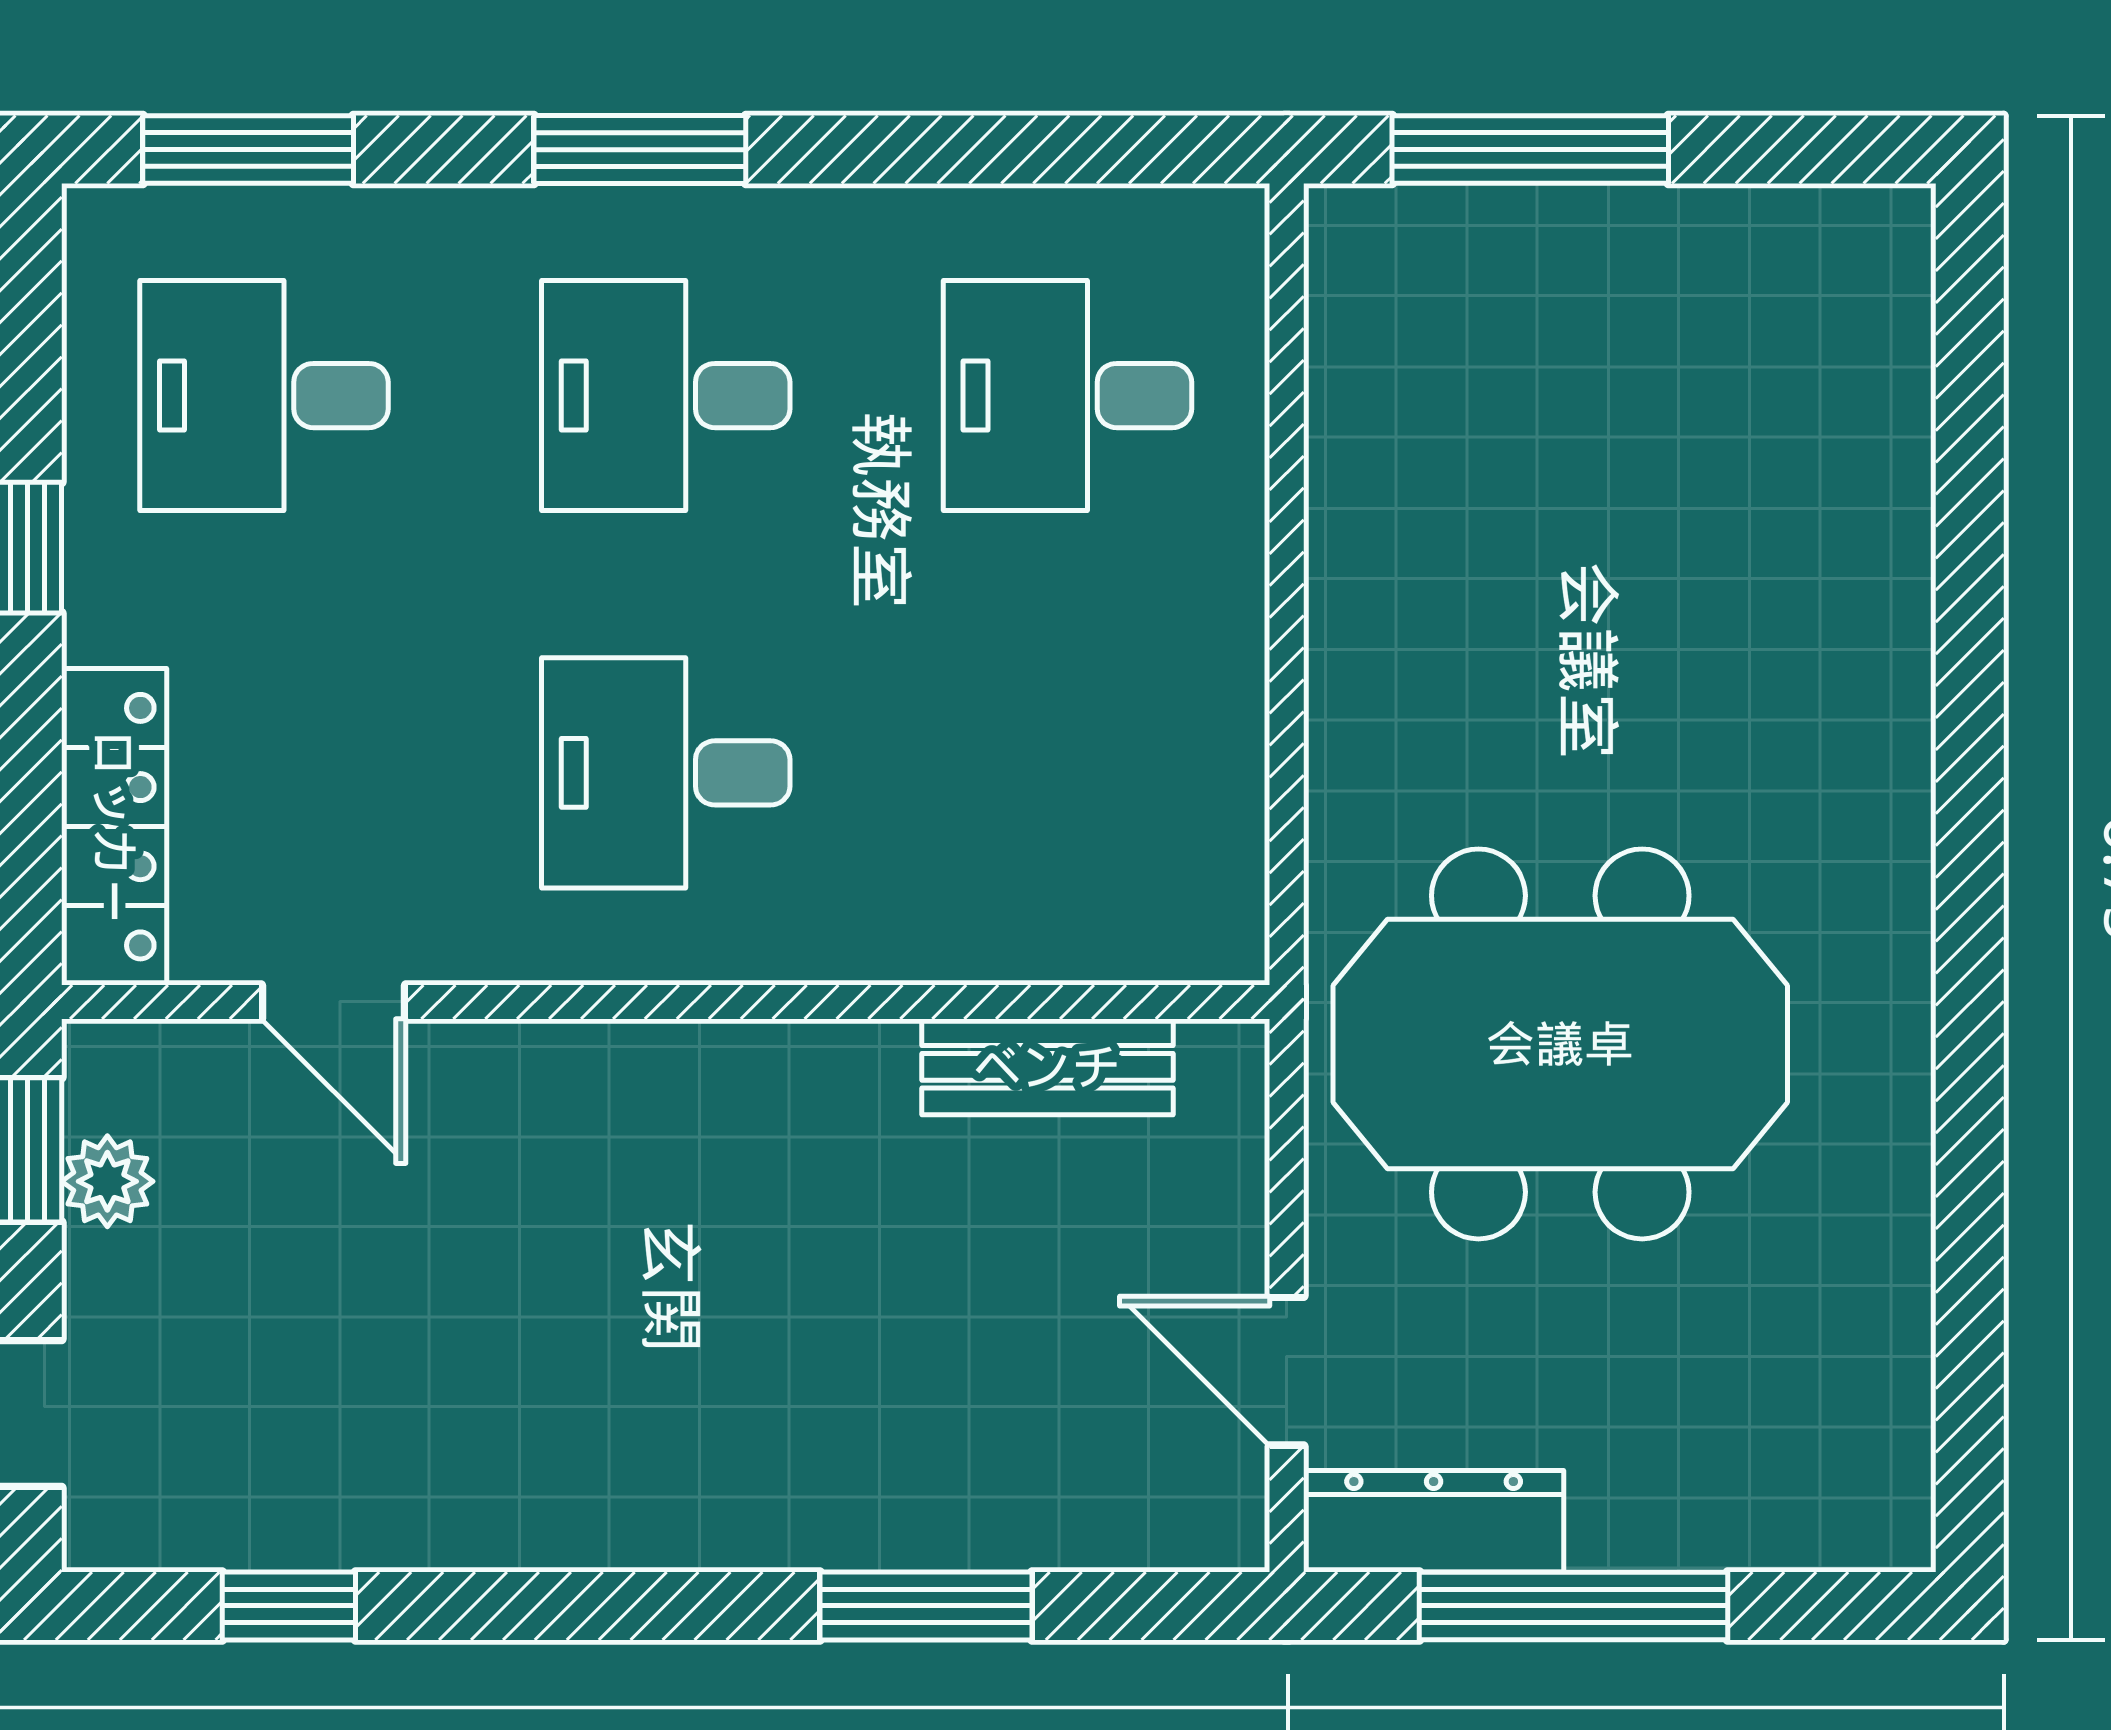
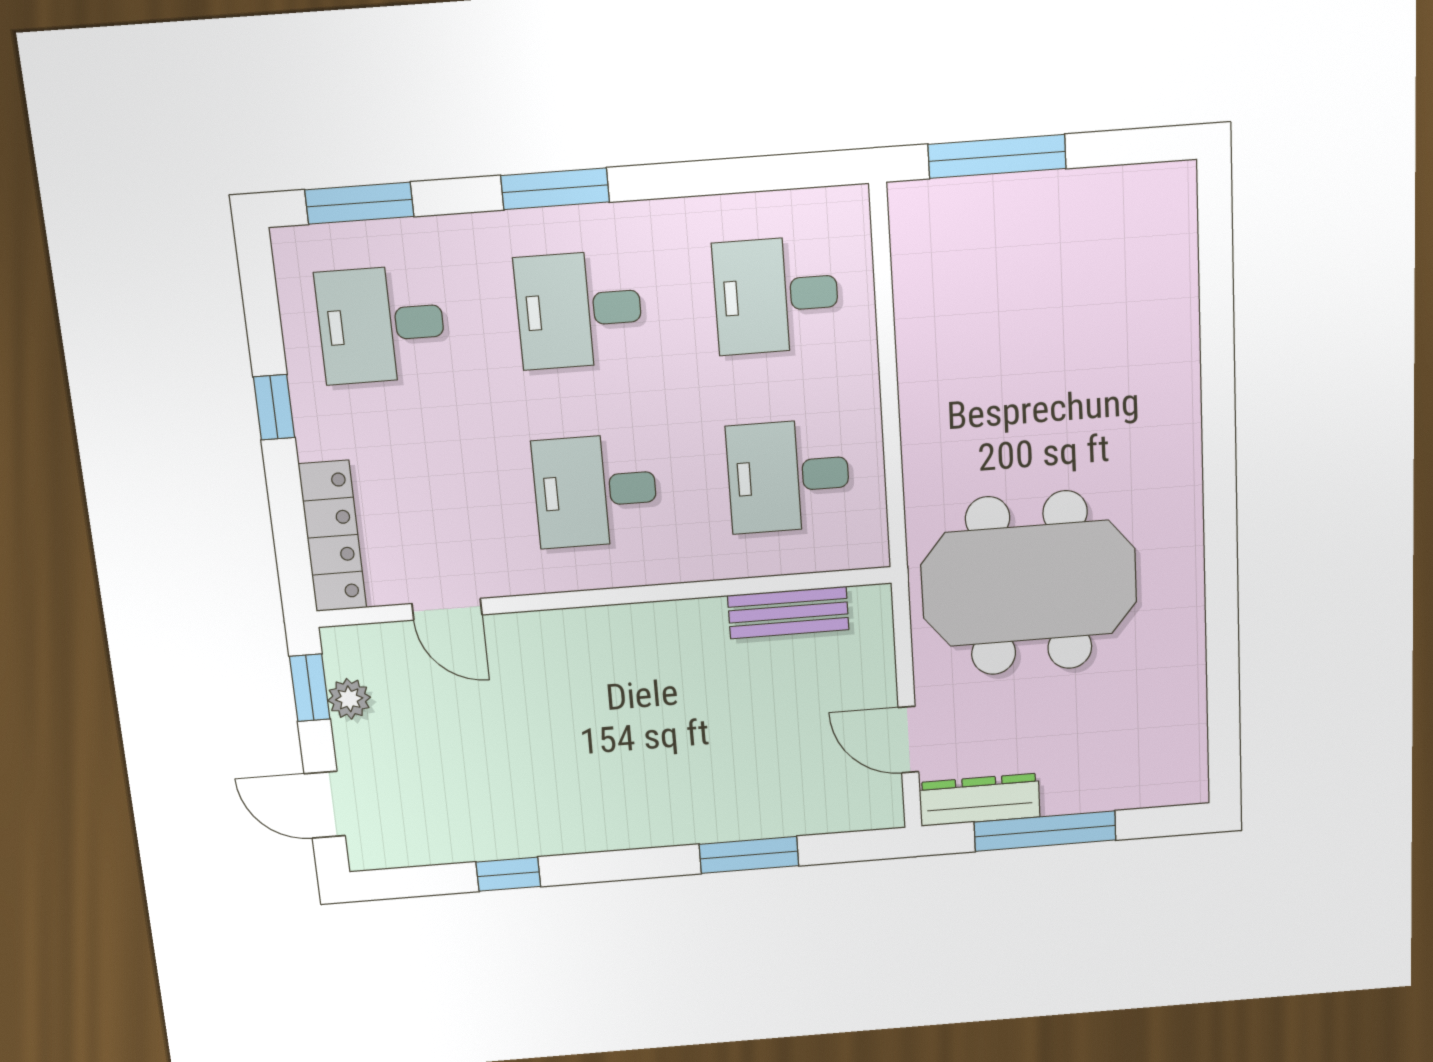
desk: (1067, 773) -> (788, 476), added
window: (289, 1606) -> (508, 874), moved

